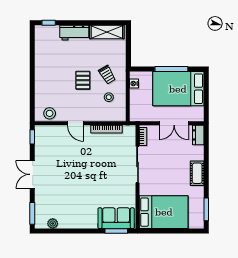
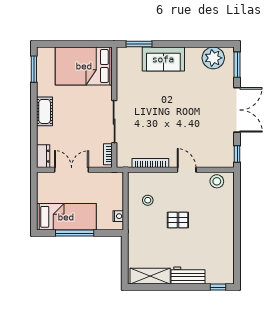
trolley: (107, 75) -> (150, 226), removed
pallet: (83, 80) -> (178, 220), turned 90
bed: (178, 89) -> (66, 217), width x0.67
double door: (32, 174) -> (237, 110), width x1.37
sofa: (116, 218) -> (163, 59), moved
plant: (53, 223) -> (213, 58), width x1.87, depth x1.87

